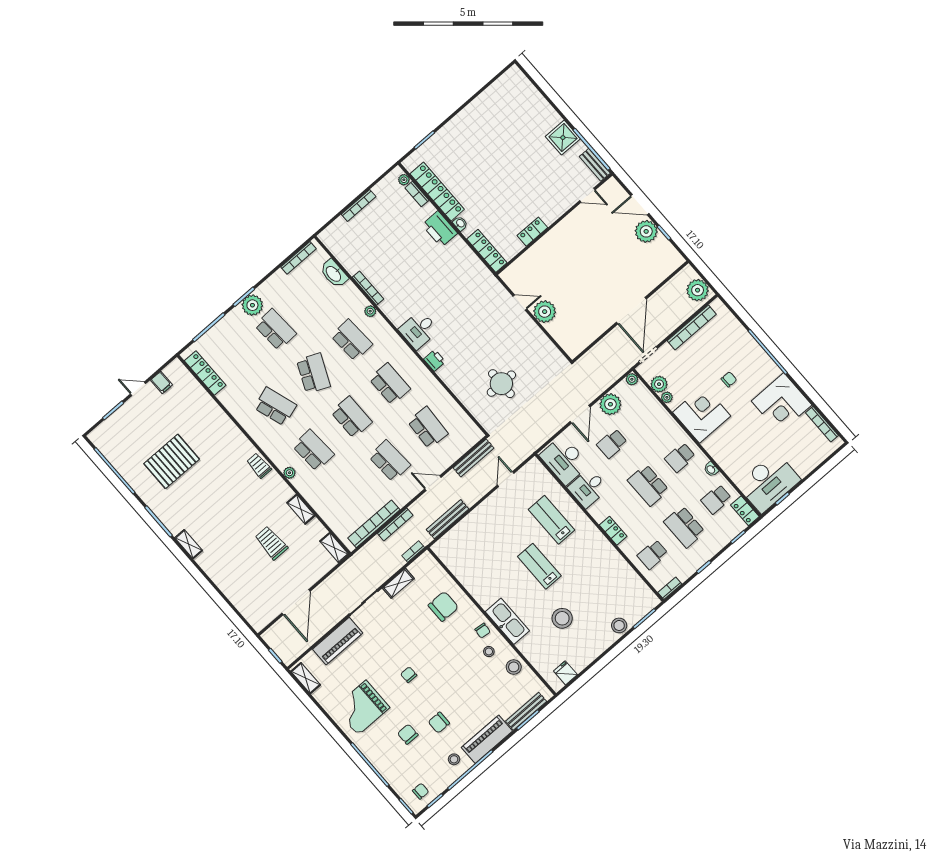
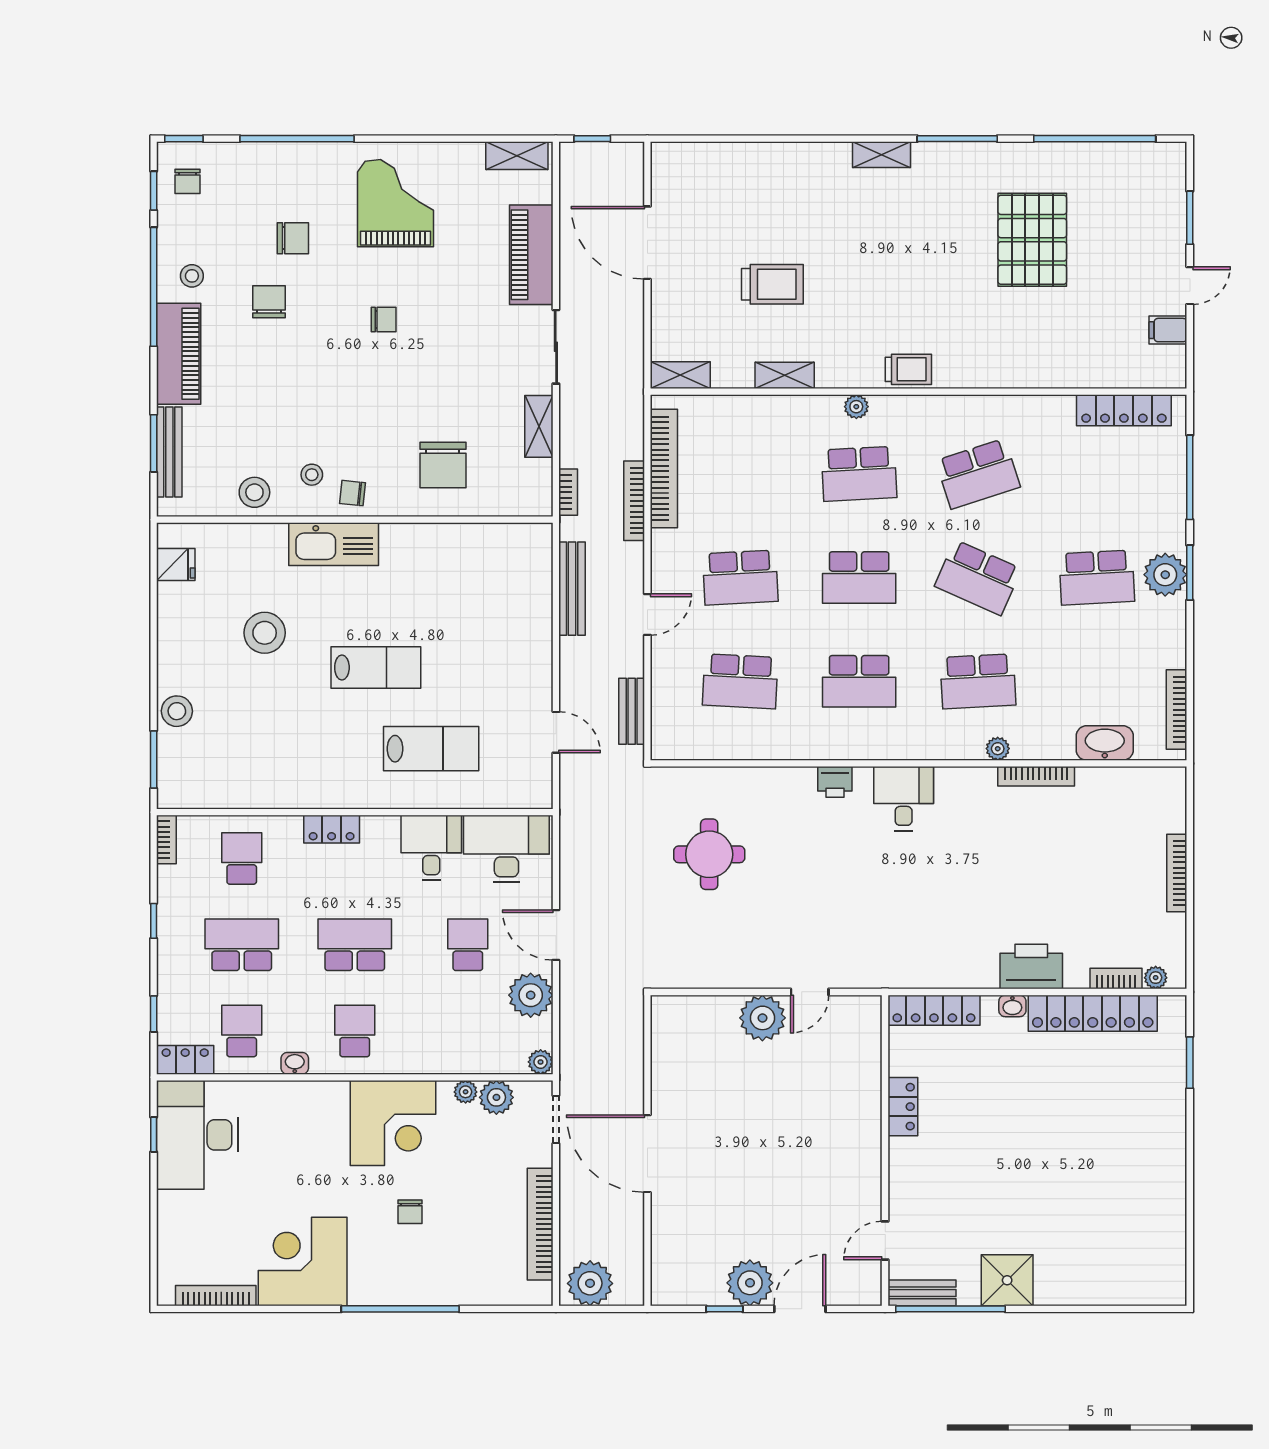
bench: (474, 458) -> (632, 711), width x0.73

